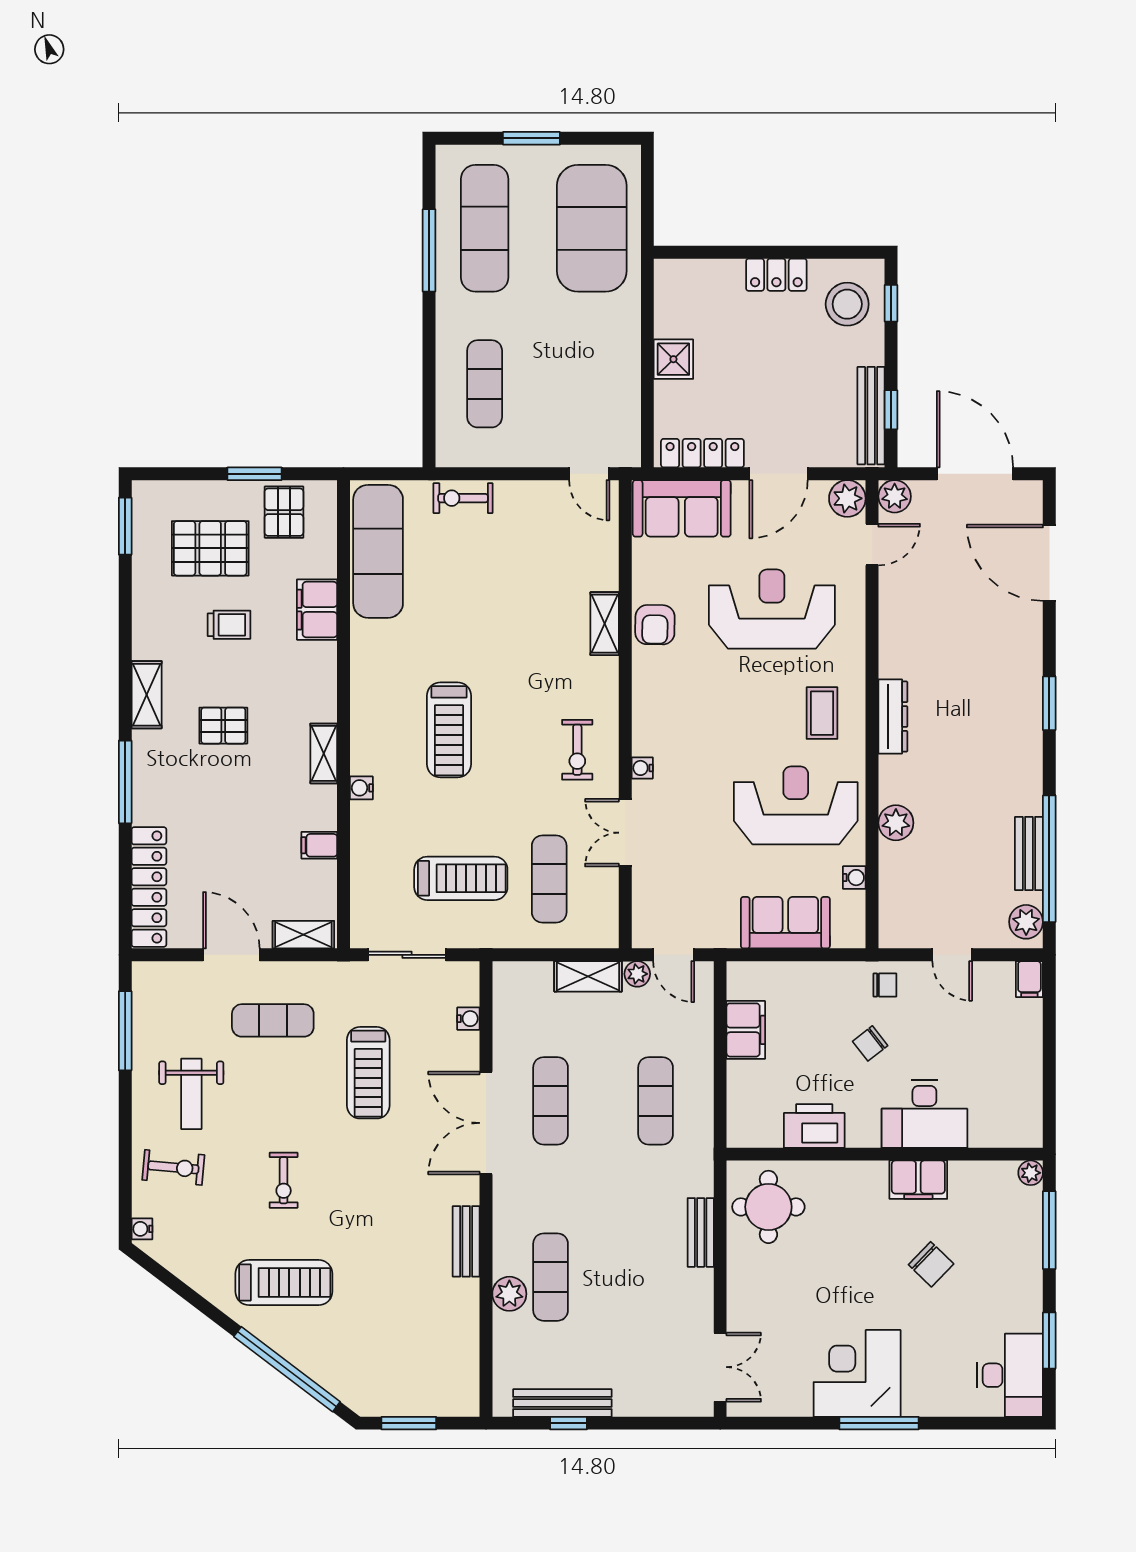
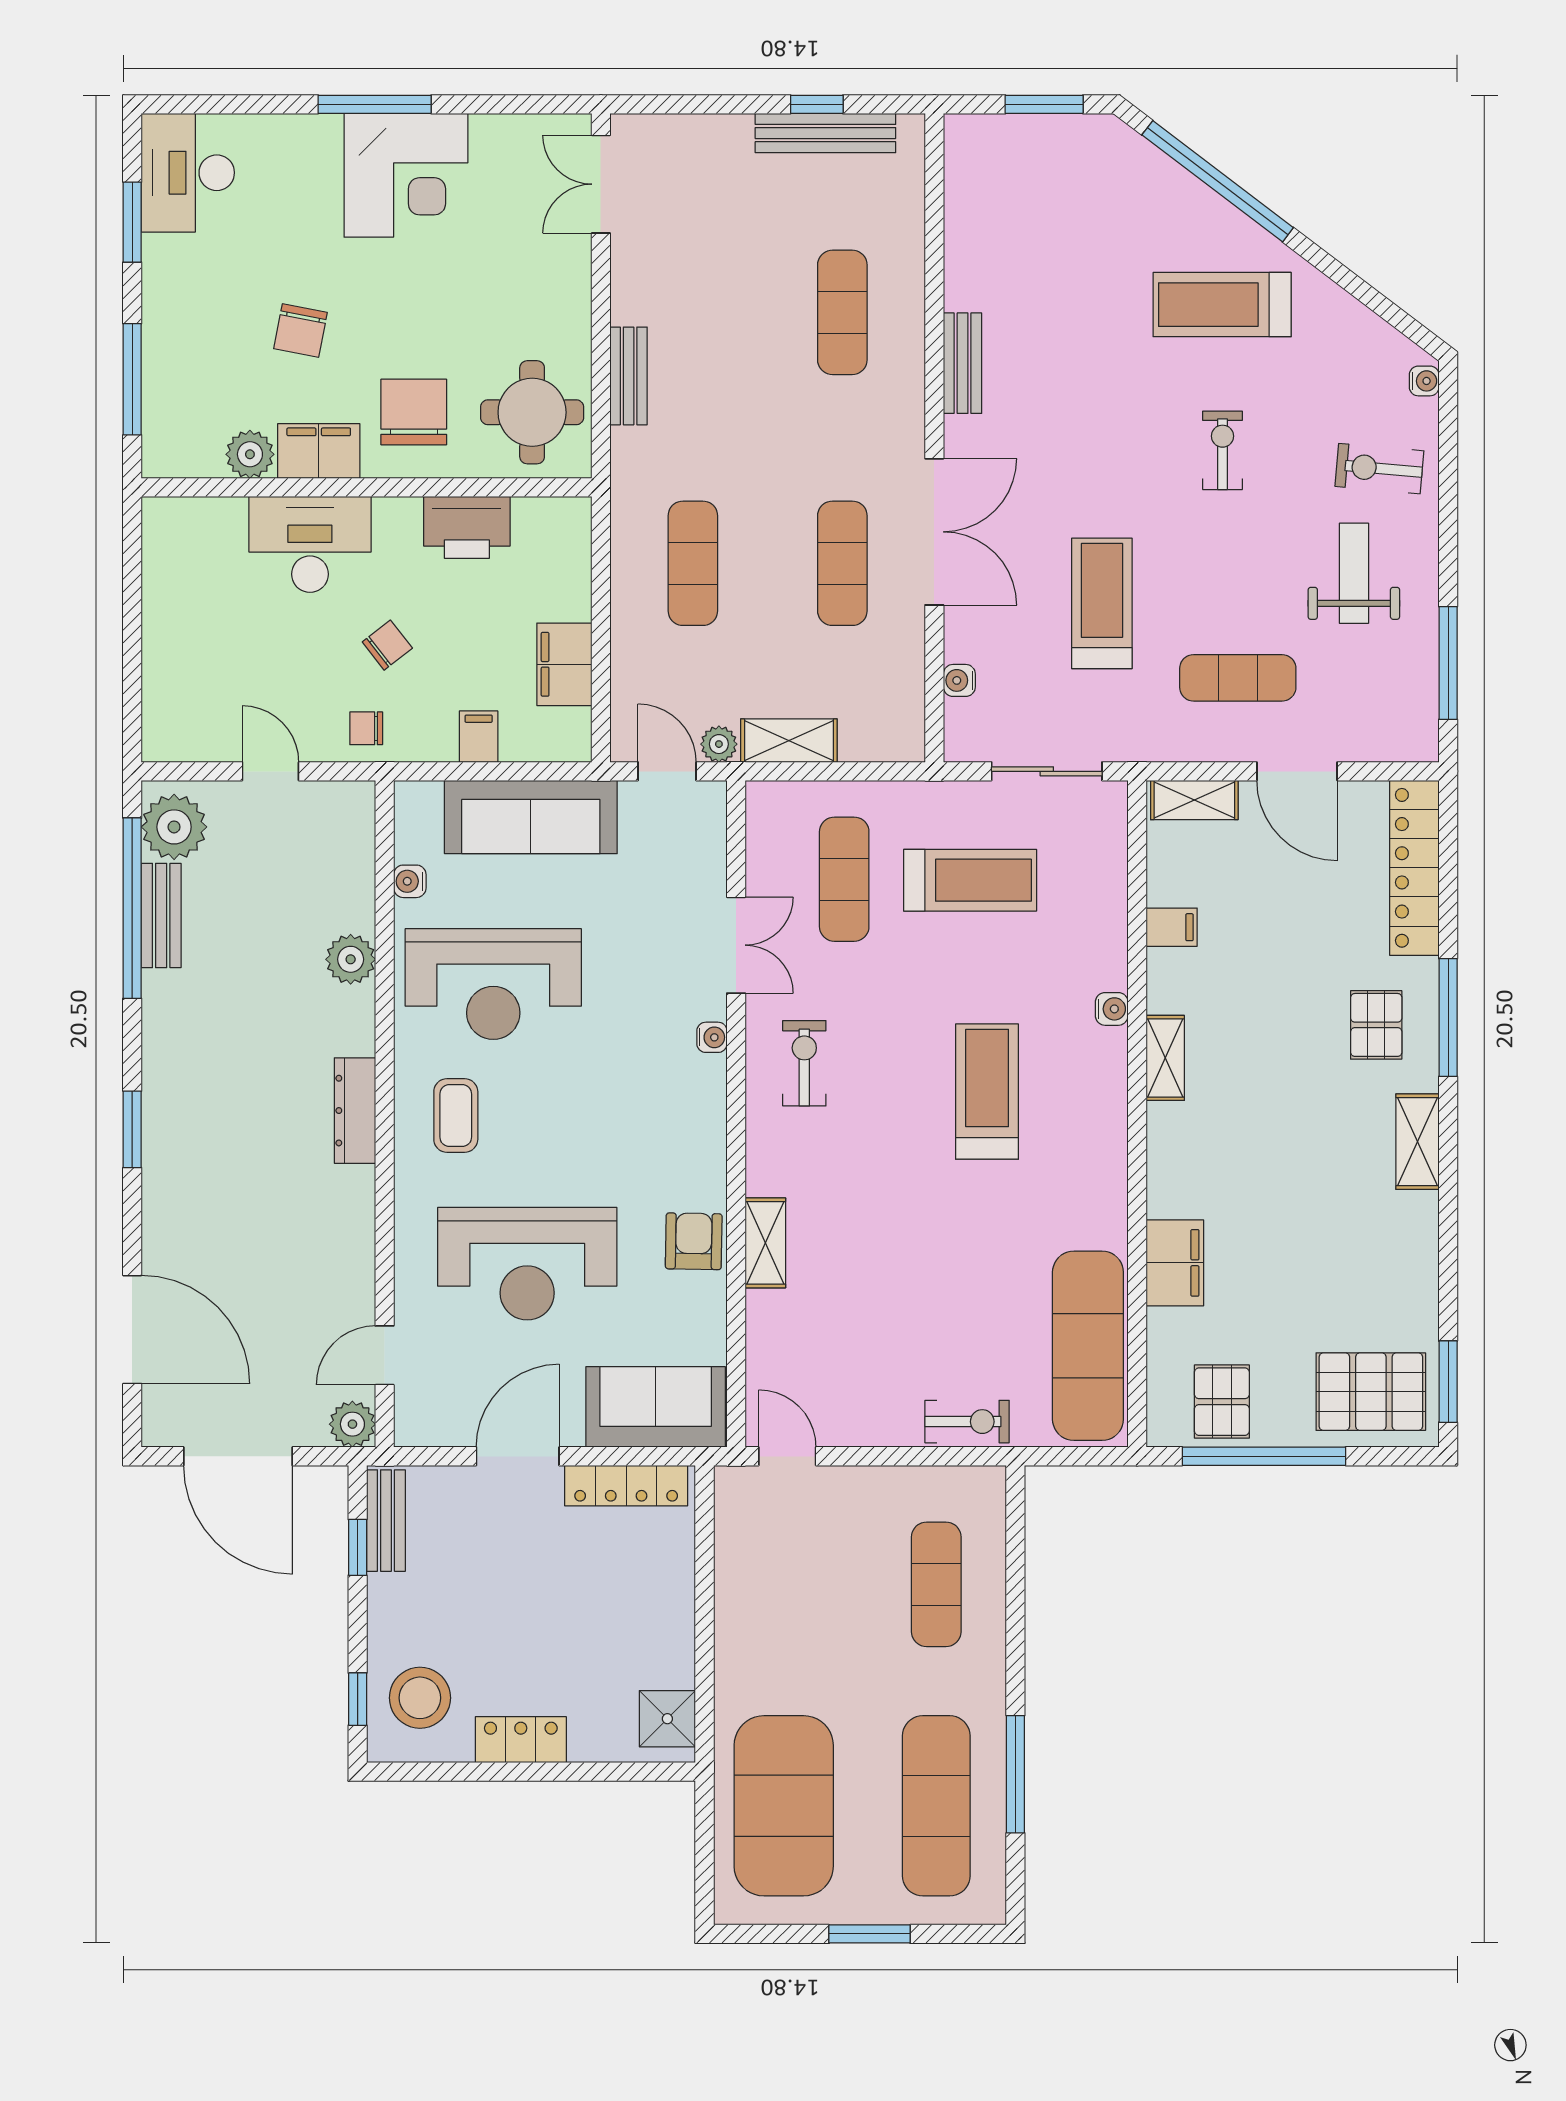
shower: (673, 359) -> (667, 1719), moved
bench: (871, 416) -> (386, 1521), width x0.73
window: (254, 474) -> (1264, 1456), width x2.11
plant: (847, 498) -> (420, 1421), removed
pallet: (210, 548) -> (1371, 1392), moved
trolley: (229, 625) -> (1300, 1241), removed
pallet: (223, 726) -> (1376, 1025), moved, turned 90
treadmill: (461, 878) -> (970, 880), turned 180
plant: (1026, 922) -> (174, 827), width x1.36, depth x1.36
sofa: (785, 923) -> (531, 817), width x1.36
filing cabinet: (1029, 979) -> (479, 737), moved
plant: (1031, 1173) -> (250, 454), moved, width x1.38, depth x1.38
chair: (852, 1207) -> (414, 412), added
chair: (931, 1264) -> (300, 331), turned -123
plant: (509, 1294) -> (901, 289), removed

